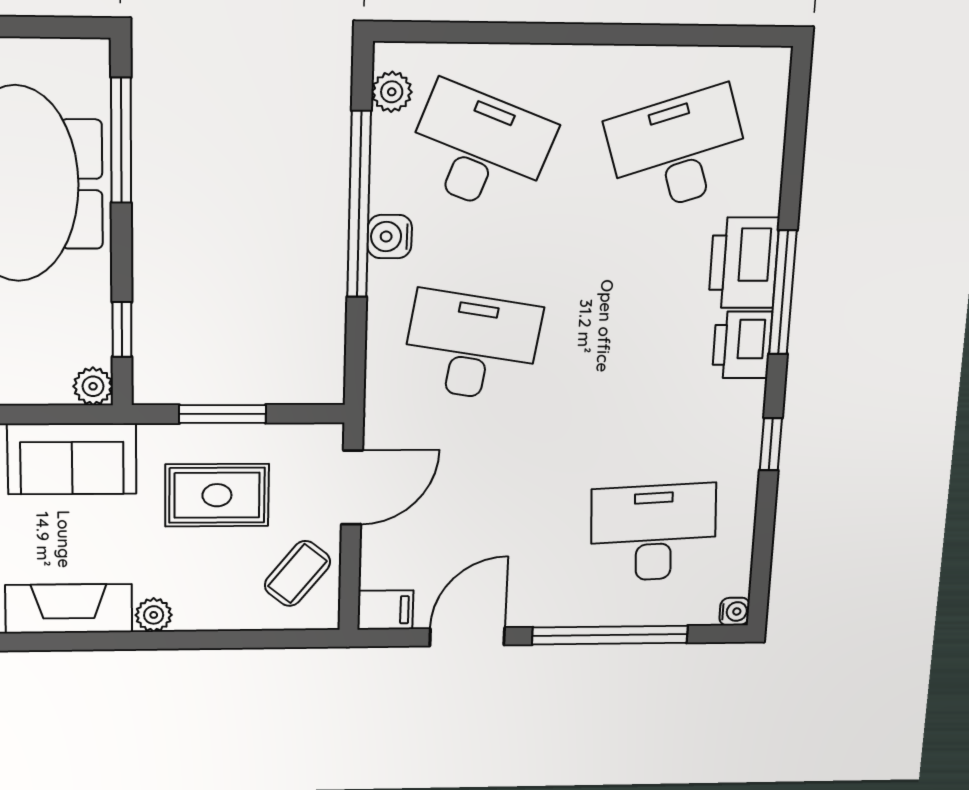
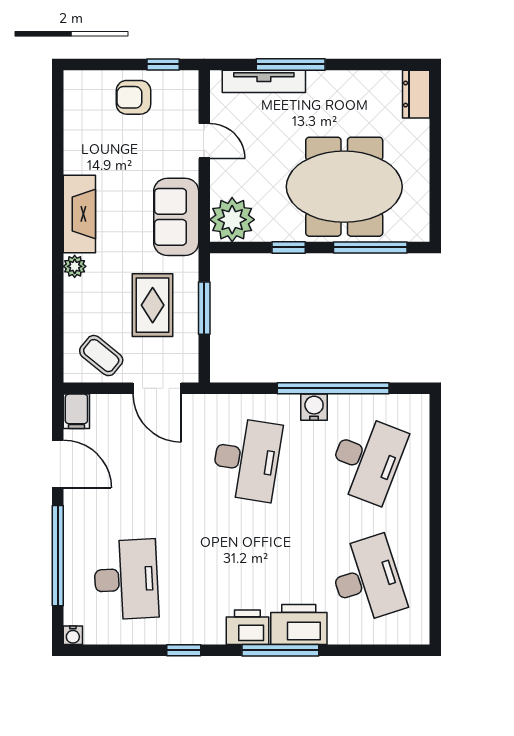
plant: (392, 92) -> (400, 406), removed
window: (122, 329) -> (289, 247), moved
plant: (93, 386) -> (232, 220), width x1.88, depth x1.88

